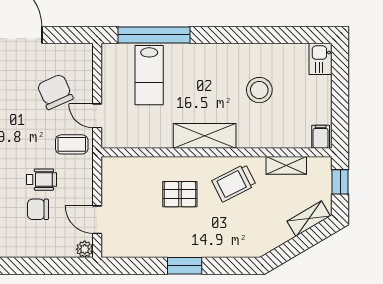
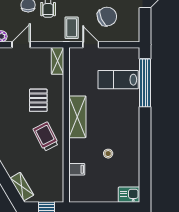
stool: (259, 90) -> (108, 154), width x0.53, depth x0.53
door: (97, 116) -> (91, 45), hinge flipped
filing cabinet: (321, 137) -> (77, 169), moved
shelving: (286, 165) -> (58, 61), moved

